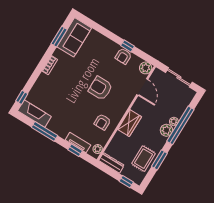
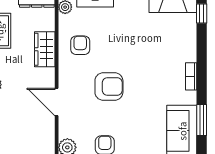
door: (142, 87) -> (57, 102), moved
wardrobe: (130, 123) -> (45, 49), moved

